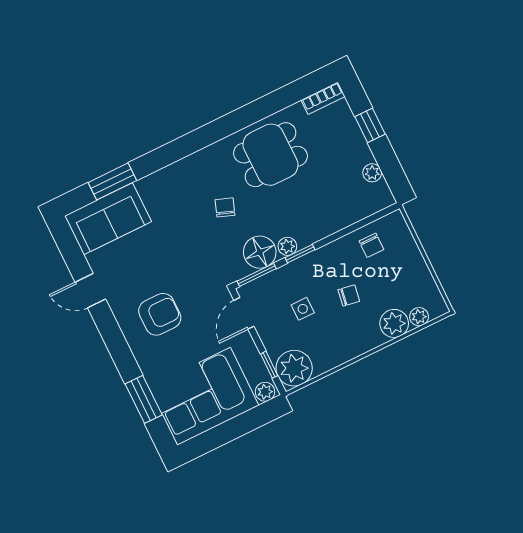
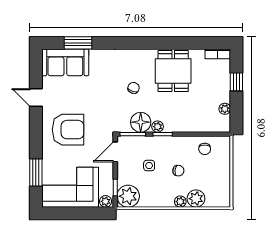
dining table: (271, 155) -> (173, 71), turned 90
armchair: (160, 314) -> (68, 130), width x1.36, depth x1.36
plant: (419, 317) -> (180, 202), moved

